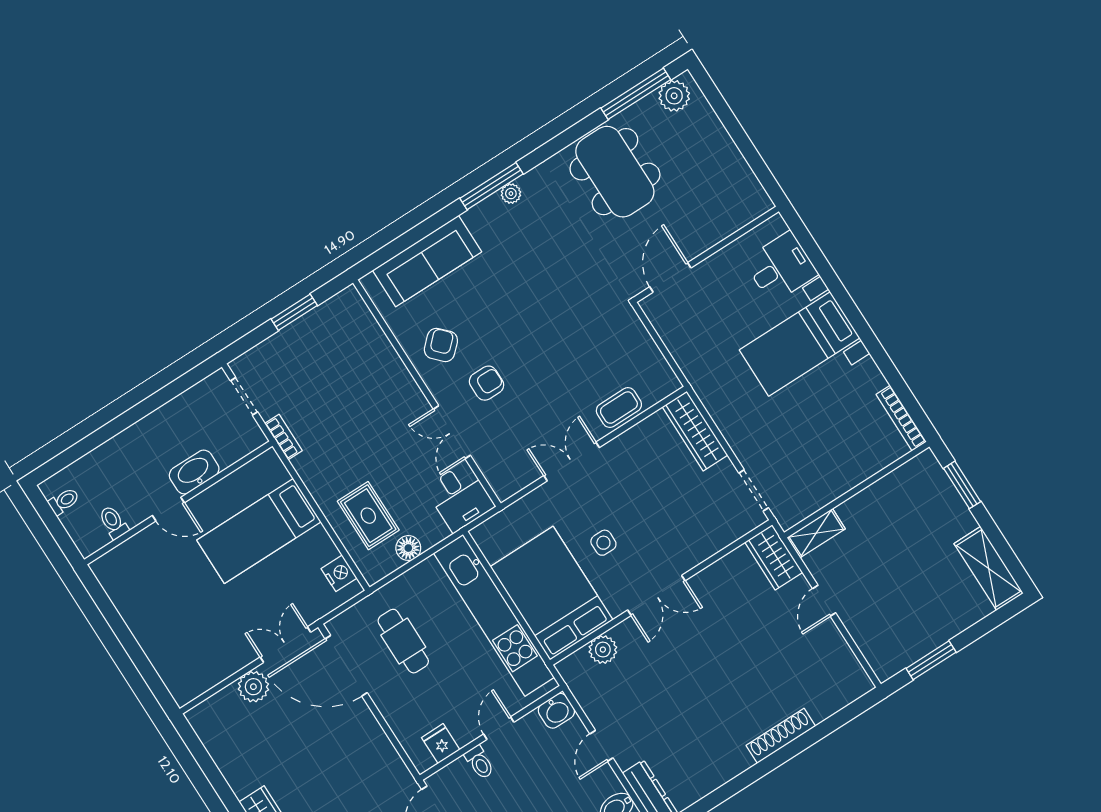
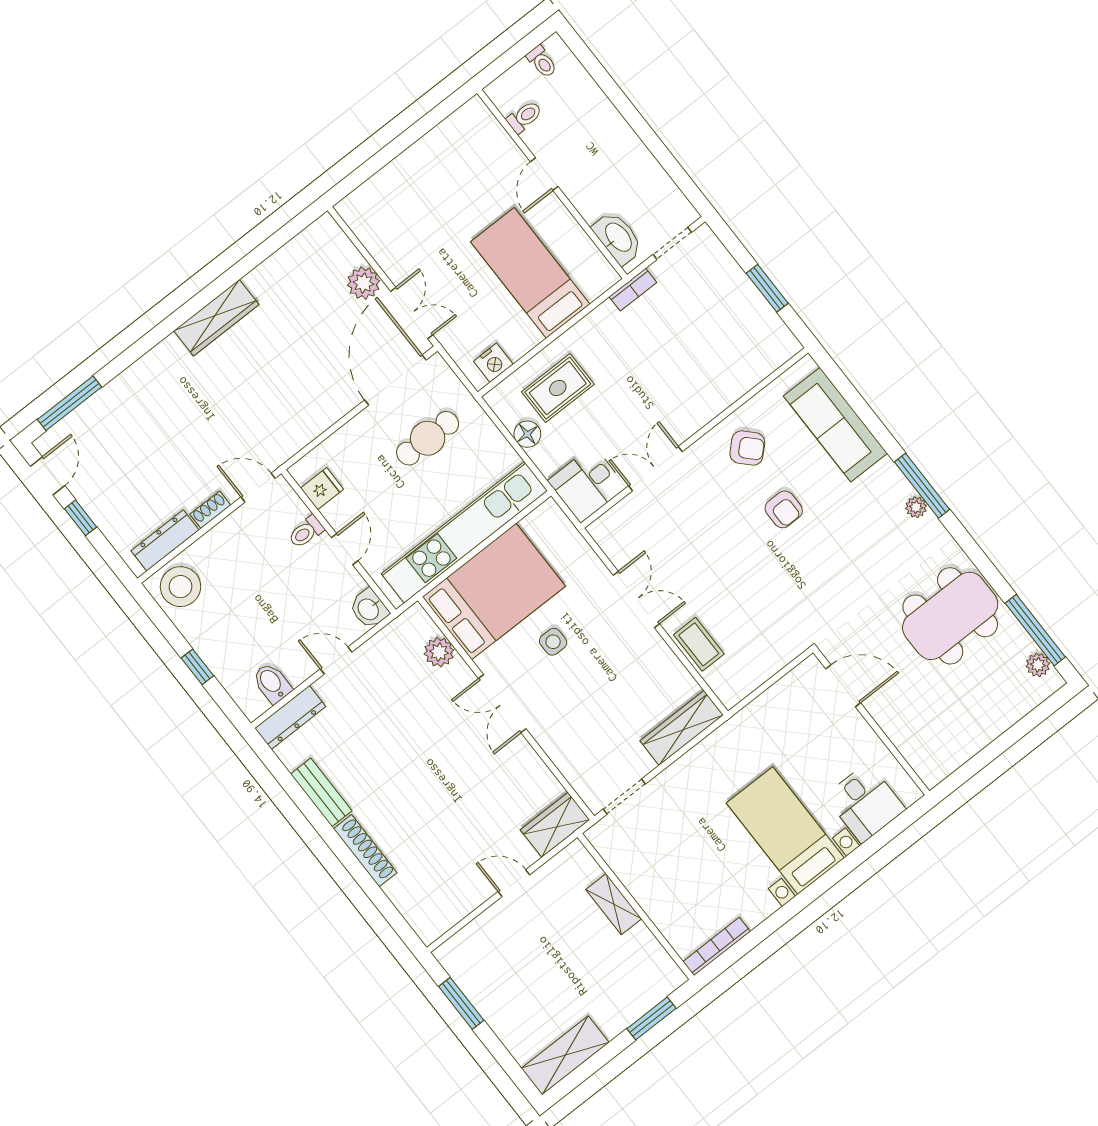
plant: (674, 96) -> (1038, 665), width x0.73, depth x0.73
armchair: (487, 383) -> (784, 509), moved
washbasin: (194, 472) -> (618, 238), moved
shelving: (816, 533) -> (614, 904), moved
door: (499, 728) -> (345, 549), hinge flipped
bench: (723, 771) -> (321, 792), added

